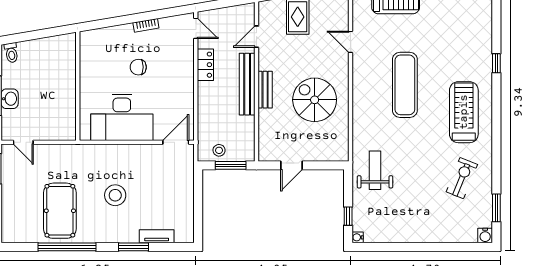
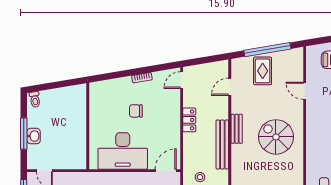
door: (196, 28) -> (182, 80), swing flipped
locker: (205, 65) -> (189, 120), moved
bench: (247, 84) -> (222, 144), moved

